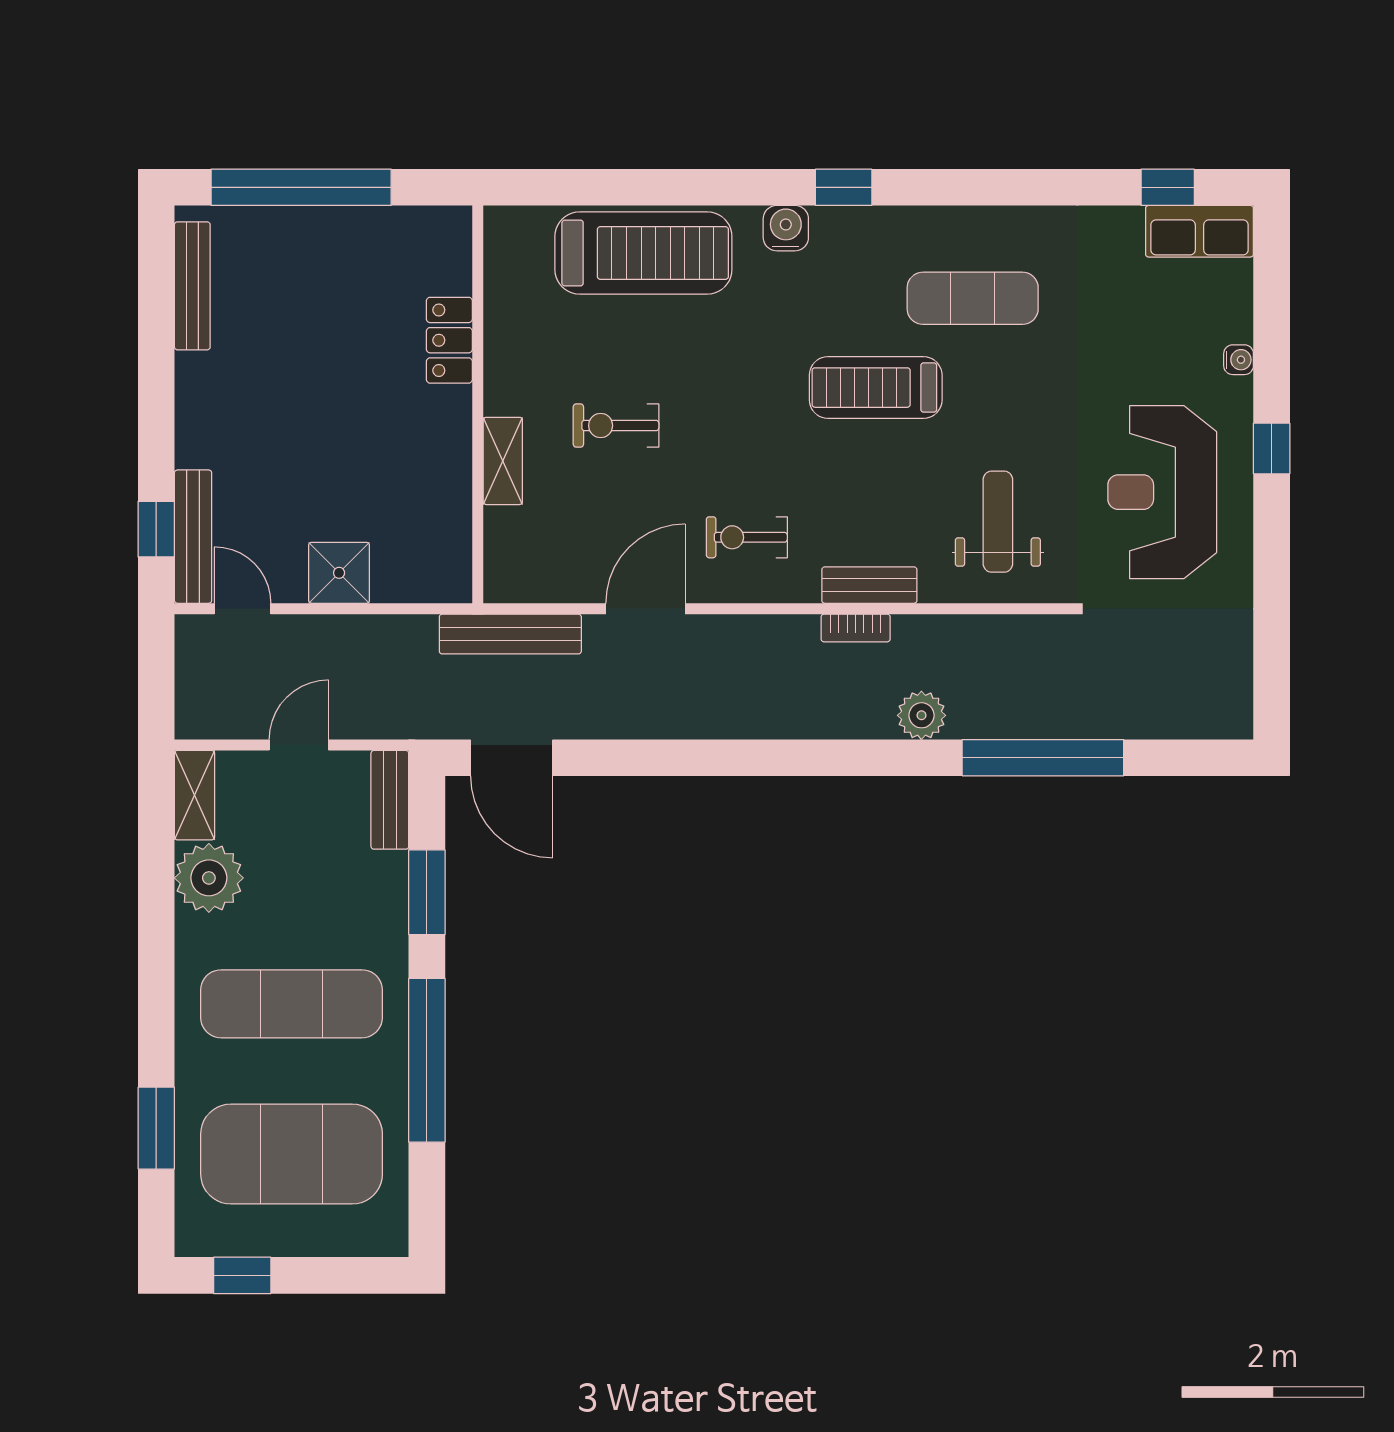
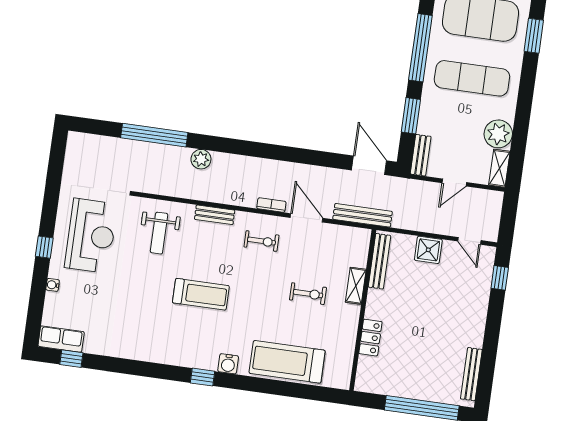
exercise mat: (973, 298) -> (157, 325), removed
bench: (193, 537) -> (379, 261), moved
door: (645, 609) -> (306, 218), swing flipped
bookcase: (856, 628) -> (271, 205), moved

